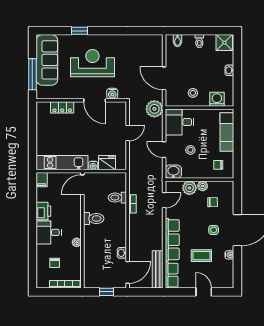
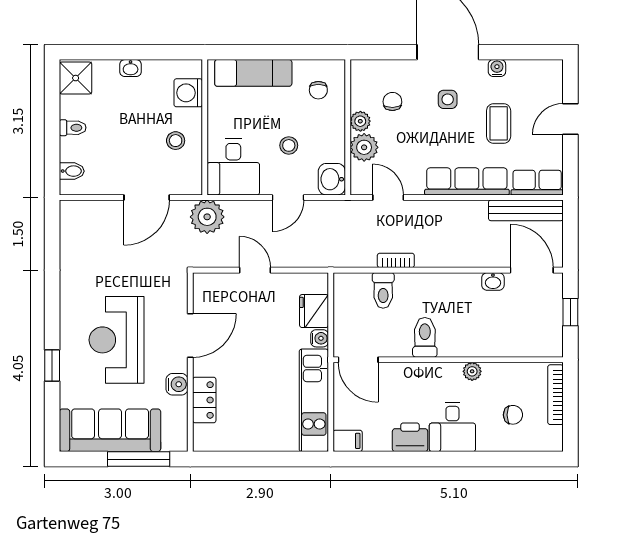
water cooler: (112, 94) -> (177, 384), moved

